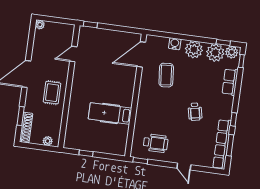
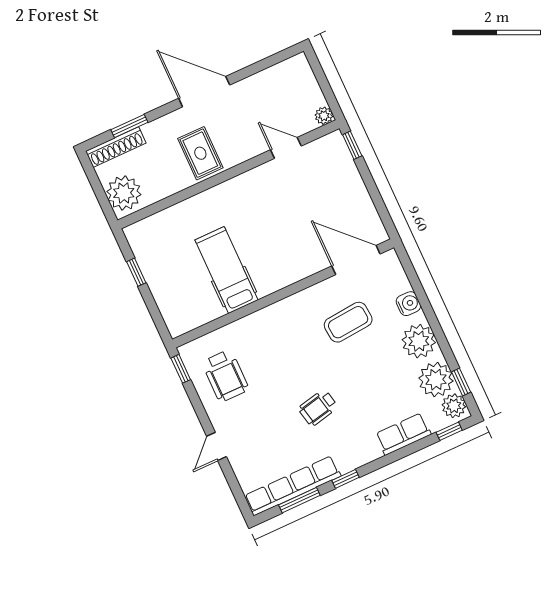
plant: (40, 25) -> (324, 116), moved
rug: (52, 93) -> (200, 153), turned 90
plant: (48, 141) -> (124, 193), width x1.87, depth x1.87

